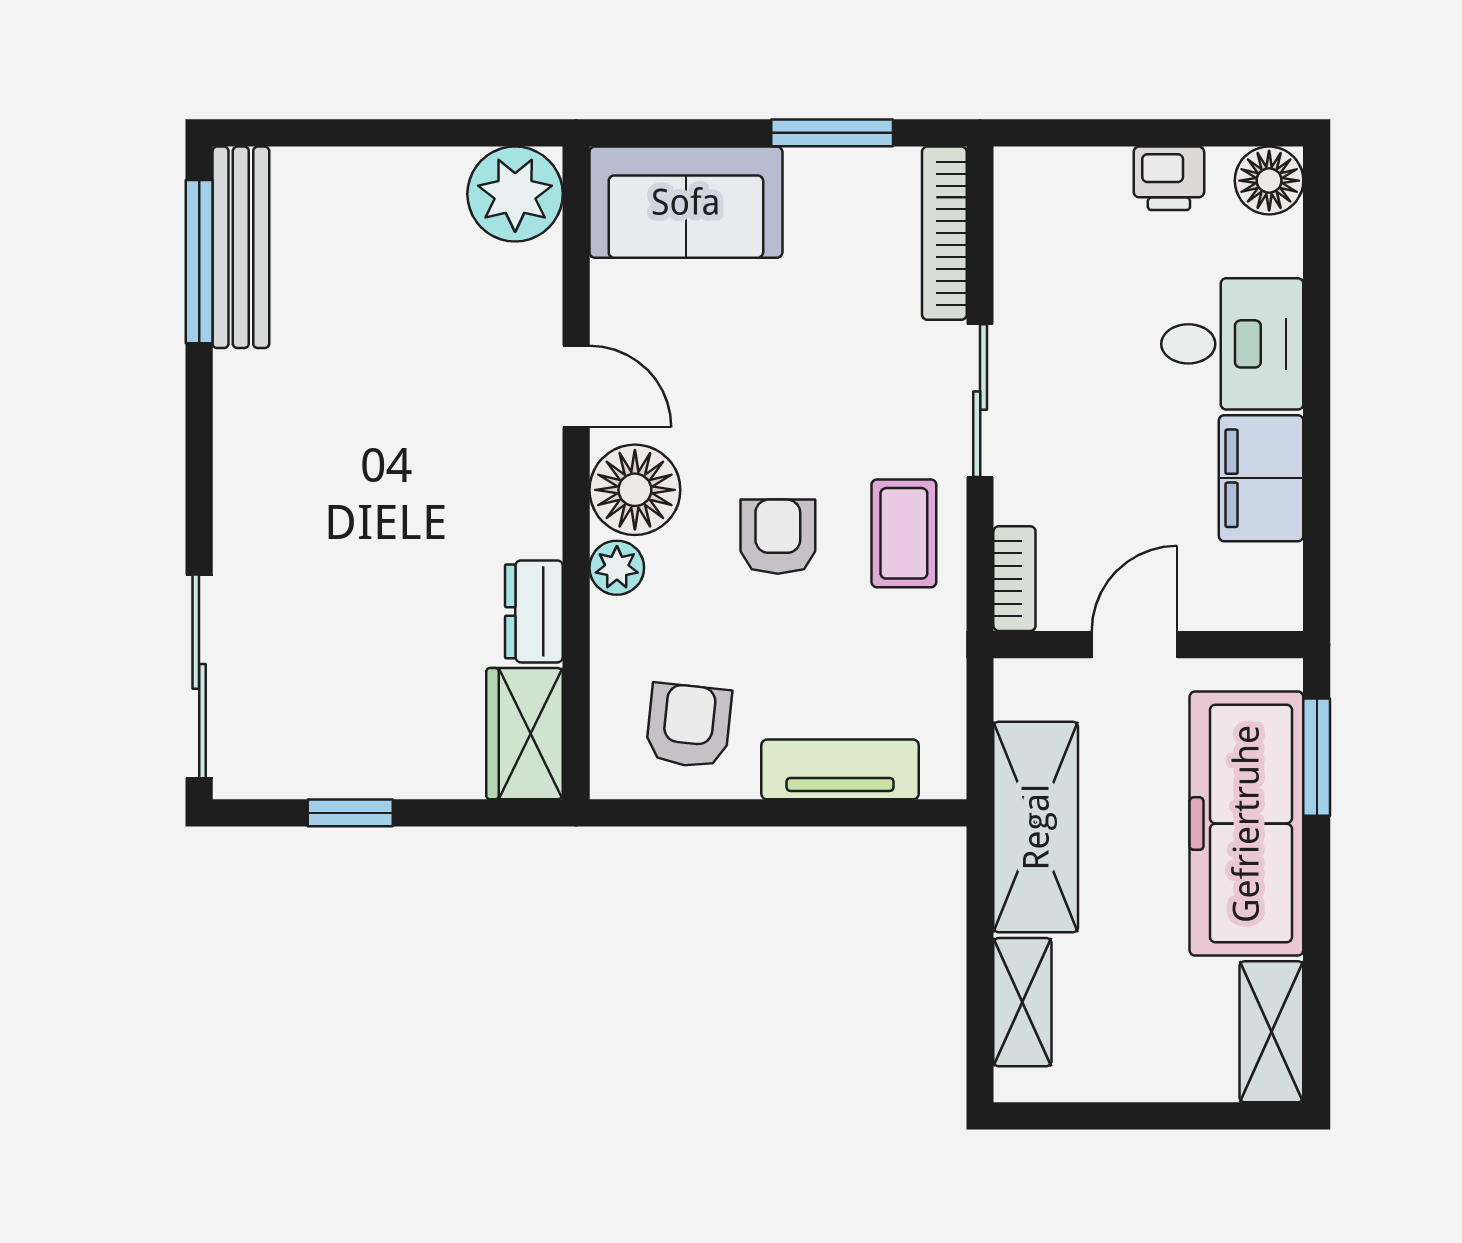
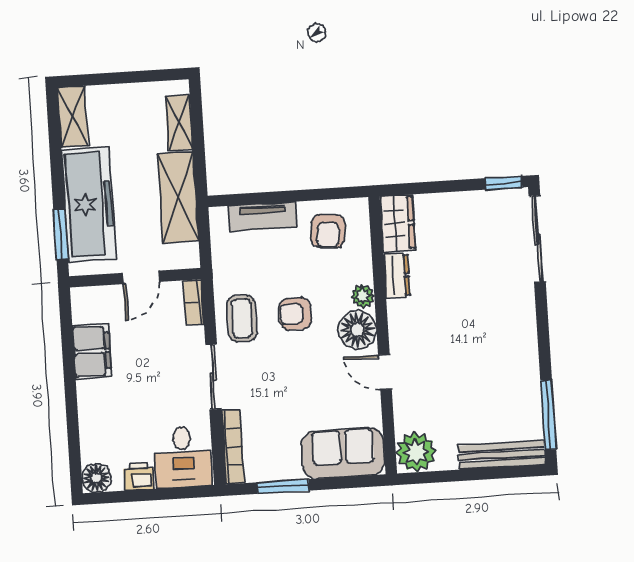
bench: (241, 247) -> (502, 455), moved, turned 90
desk: (1232, 344) -> (183, 457), moved, turned -90
armchair: (778, 537) -> (295, 314), turned 90
window: (350, 813) -> (504, 183), moved

